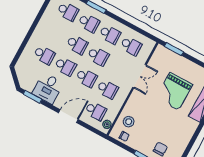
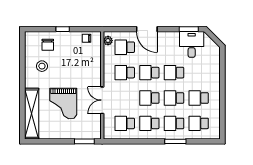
school desk: (44, 55) -> (199, 98), moved
desk: (48, 88) -> (192, 44), moved
grand piano: (174, 91) -> (63, 103), turned 180
door: (68, 116) -> (147, 29), hinge flipped
stool: (129, 122) -> (42, 66), moved

